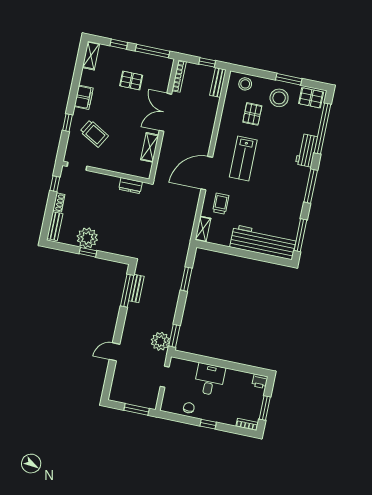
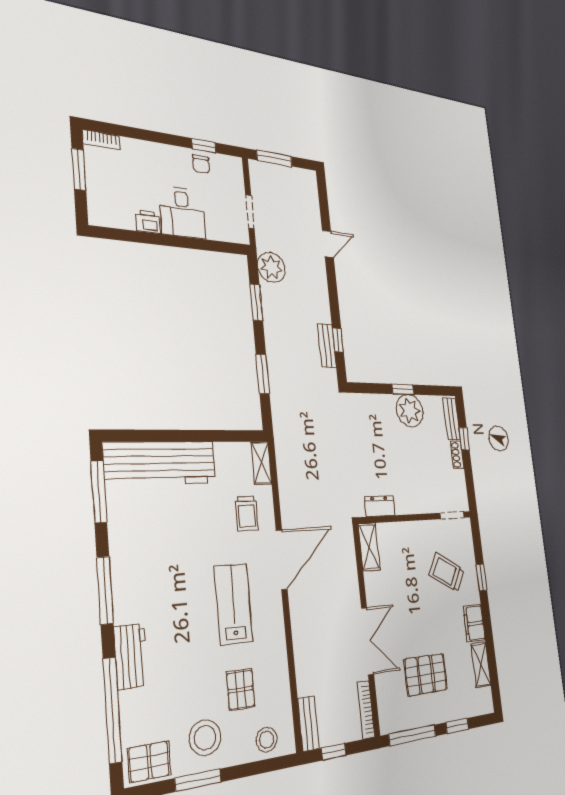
shelving: (91, 56) -> (481, 665), moved
pallet: (131, 80) -> (426, 675), width x1.50, depth x1.42
shelving: (150, 147) -> (369, 547), moved
window: (55, 184) -> (464, 439), moved
window: (127, 291) -> (338, 340), width x0.46
window: (174, 336) -> (256, 302), moved
printer: (260, 381) -> (148, 222), moved
window: (208, 424) -> (204, 146), moved

